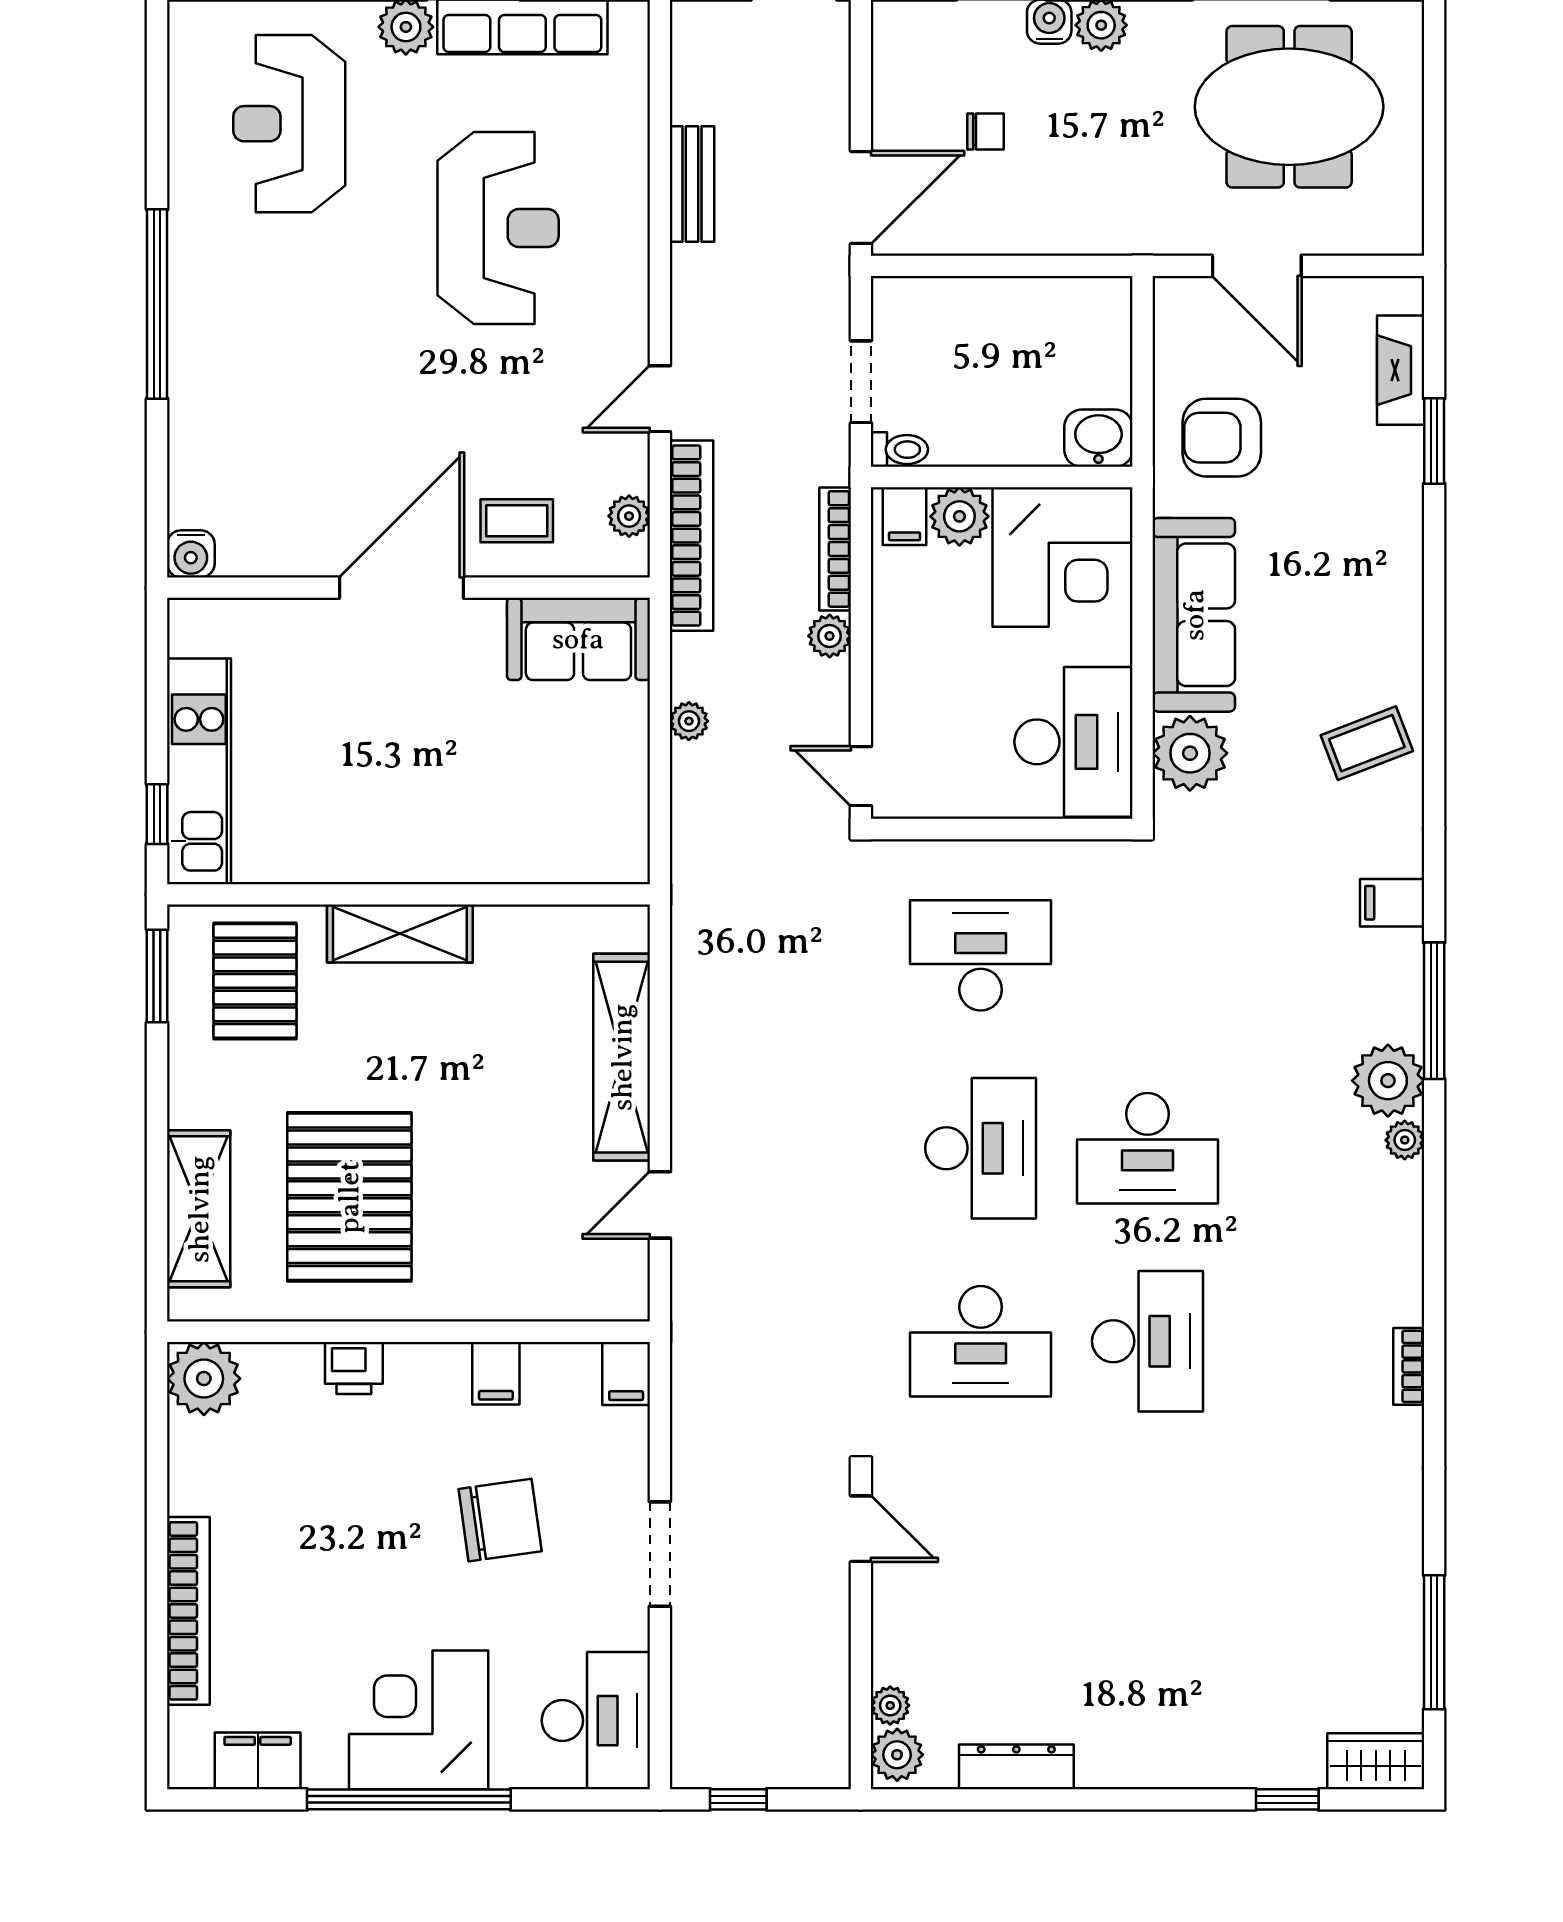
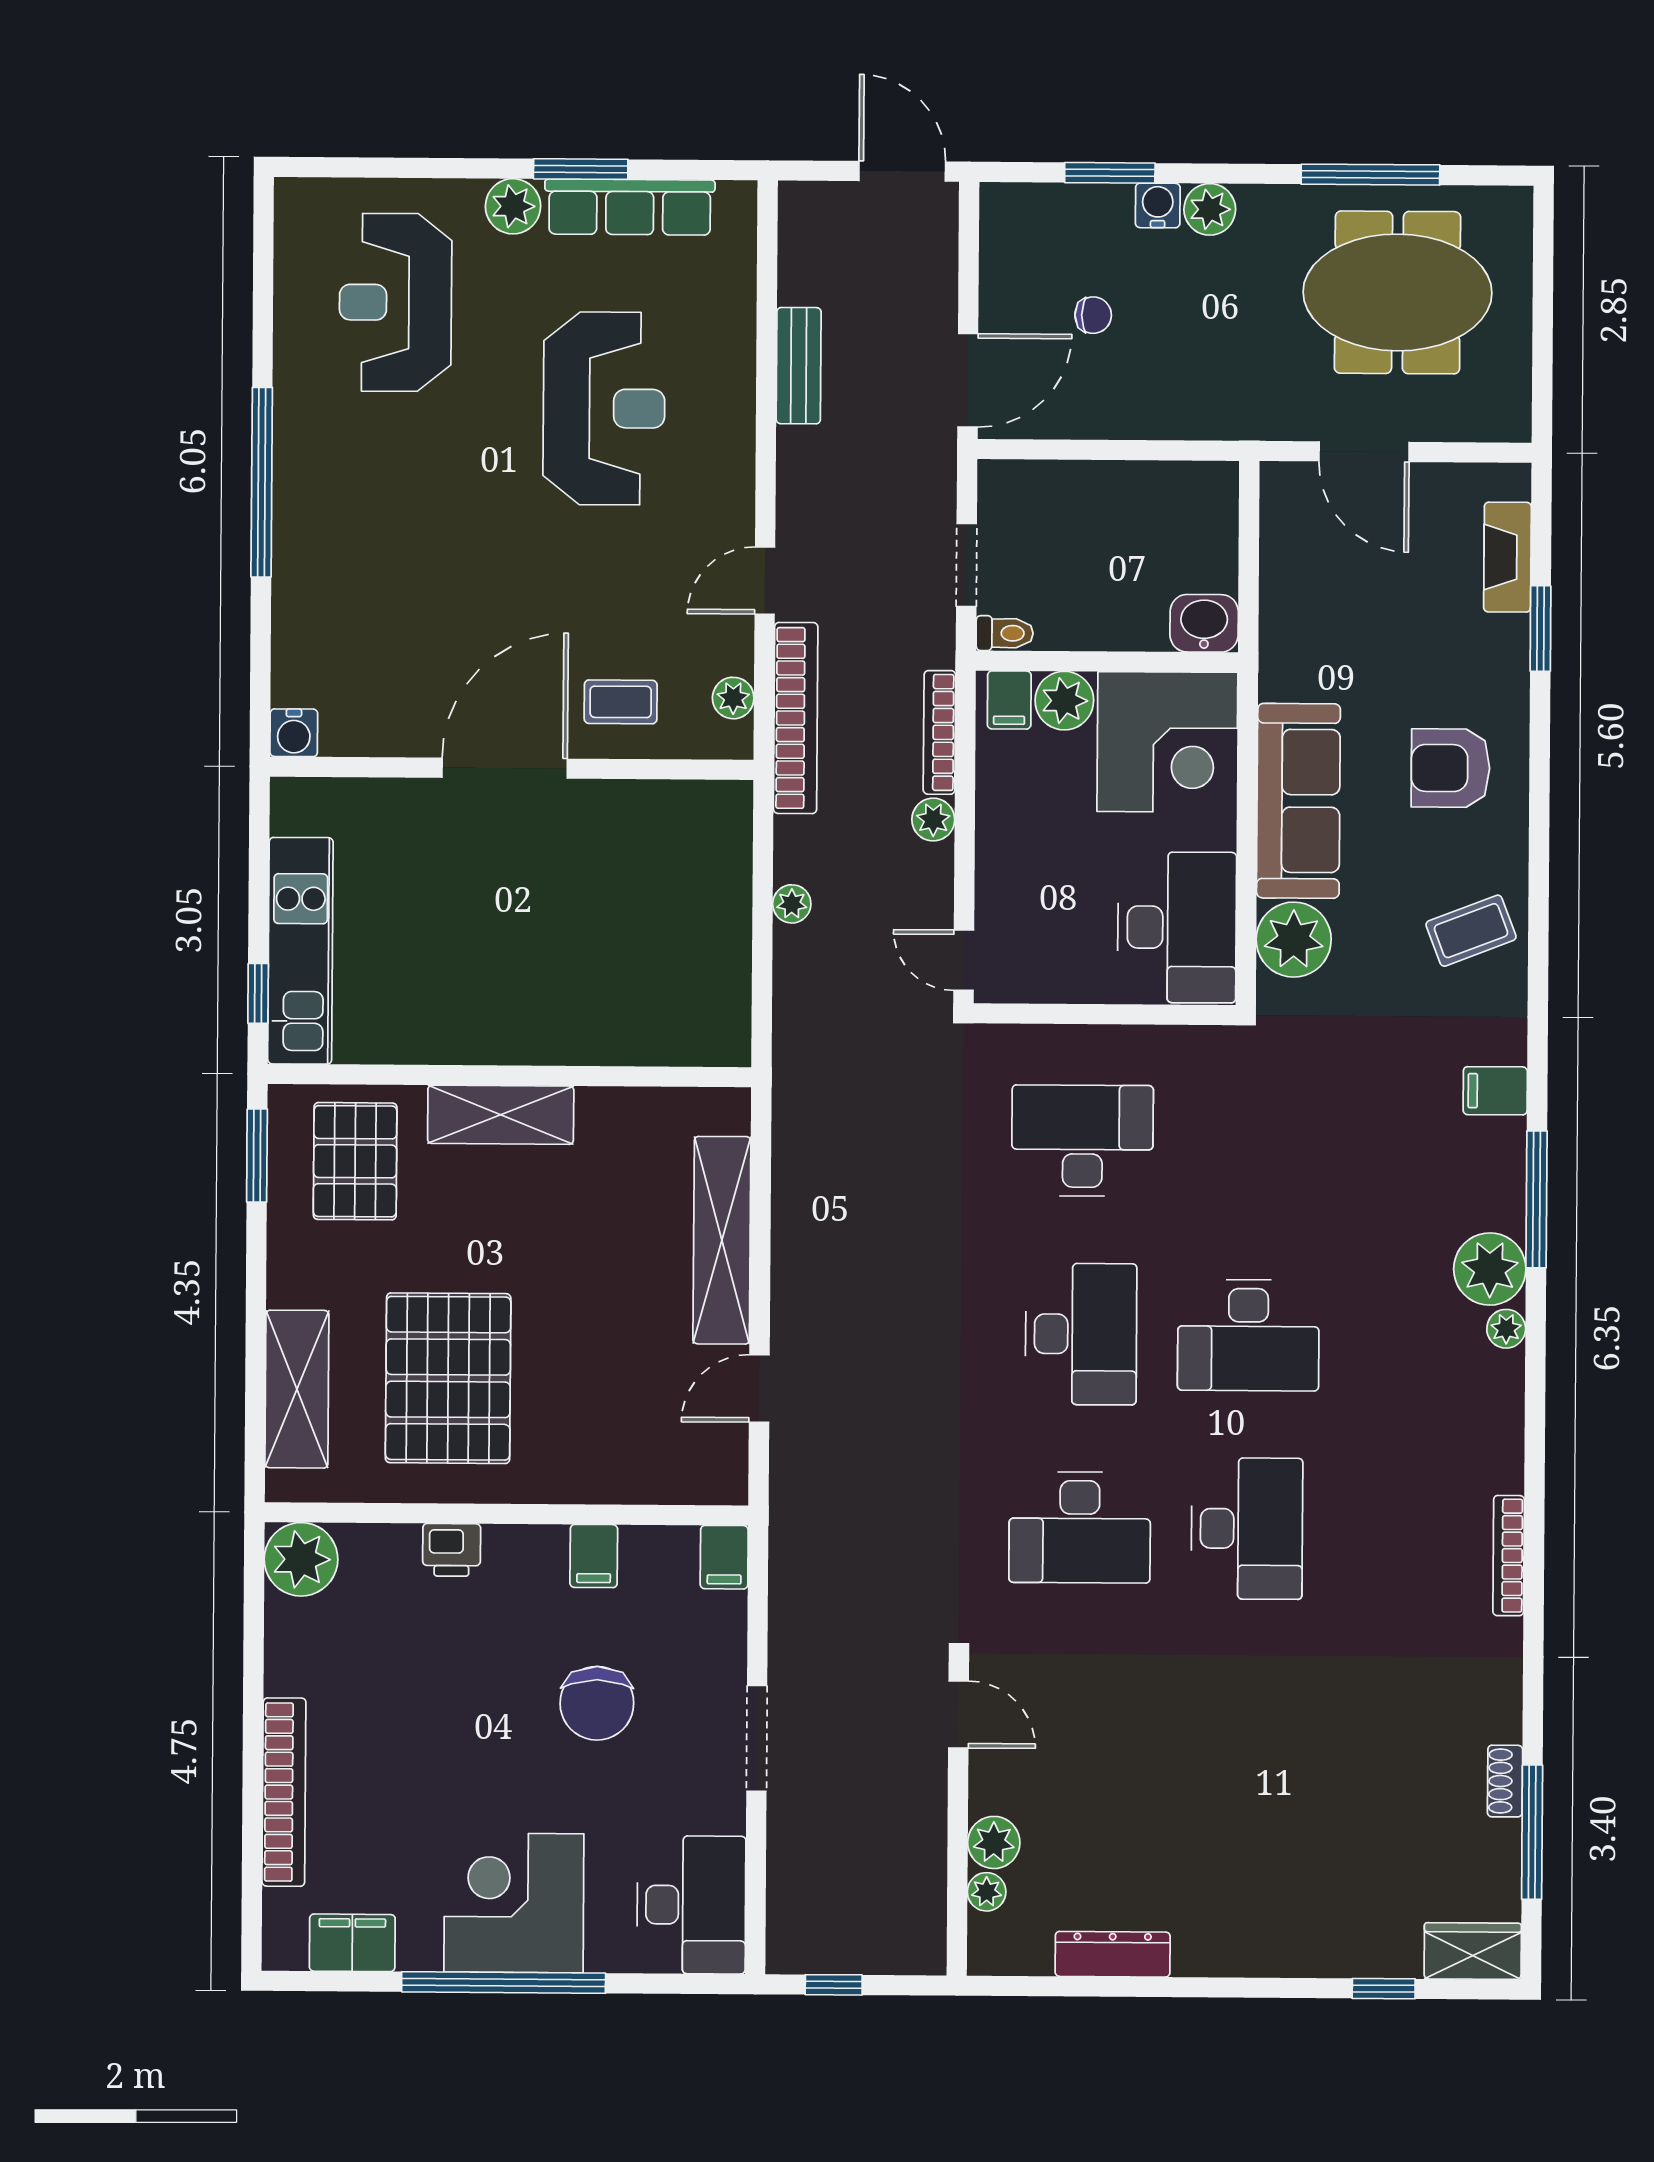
armchair: (1222, 438) -> (1450, 768), moved
sofa: (578, 639) -> (682, 821), removed
bookcase: (1409, 1366) -> (1509, 1556), width x1.56
chair: (500, 1520) -> (597, 1703), turned 98
shoe rack: (1407, 1591) -> (1505, 1781), added
plant: (897, 1755) -> (994, 1842), moved

